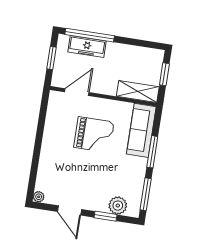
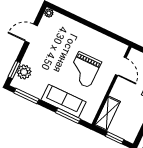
sofa: (141, 130) -> (64, 101), moved
window: (152, 152) -> (68, 116), moved
window: (105, 216) -> (14, 70), moved

